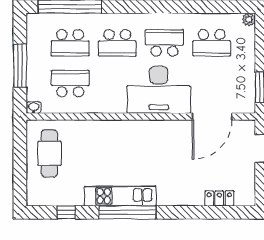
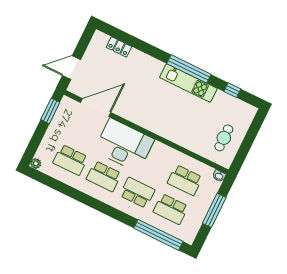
school desk: (70, 43) -> (171, 209), turned 180
school desk: (212, 43) -> (70, 160), turned 180
cafe table: (49, 153) -> (224, 138), width x0.73, depth x0.74

